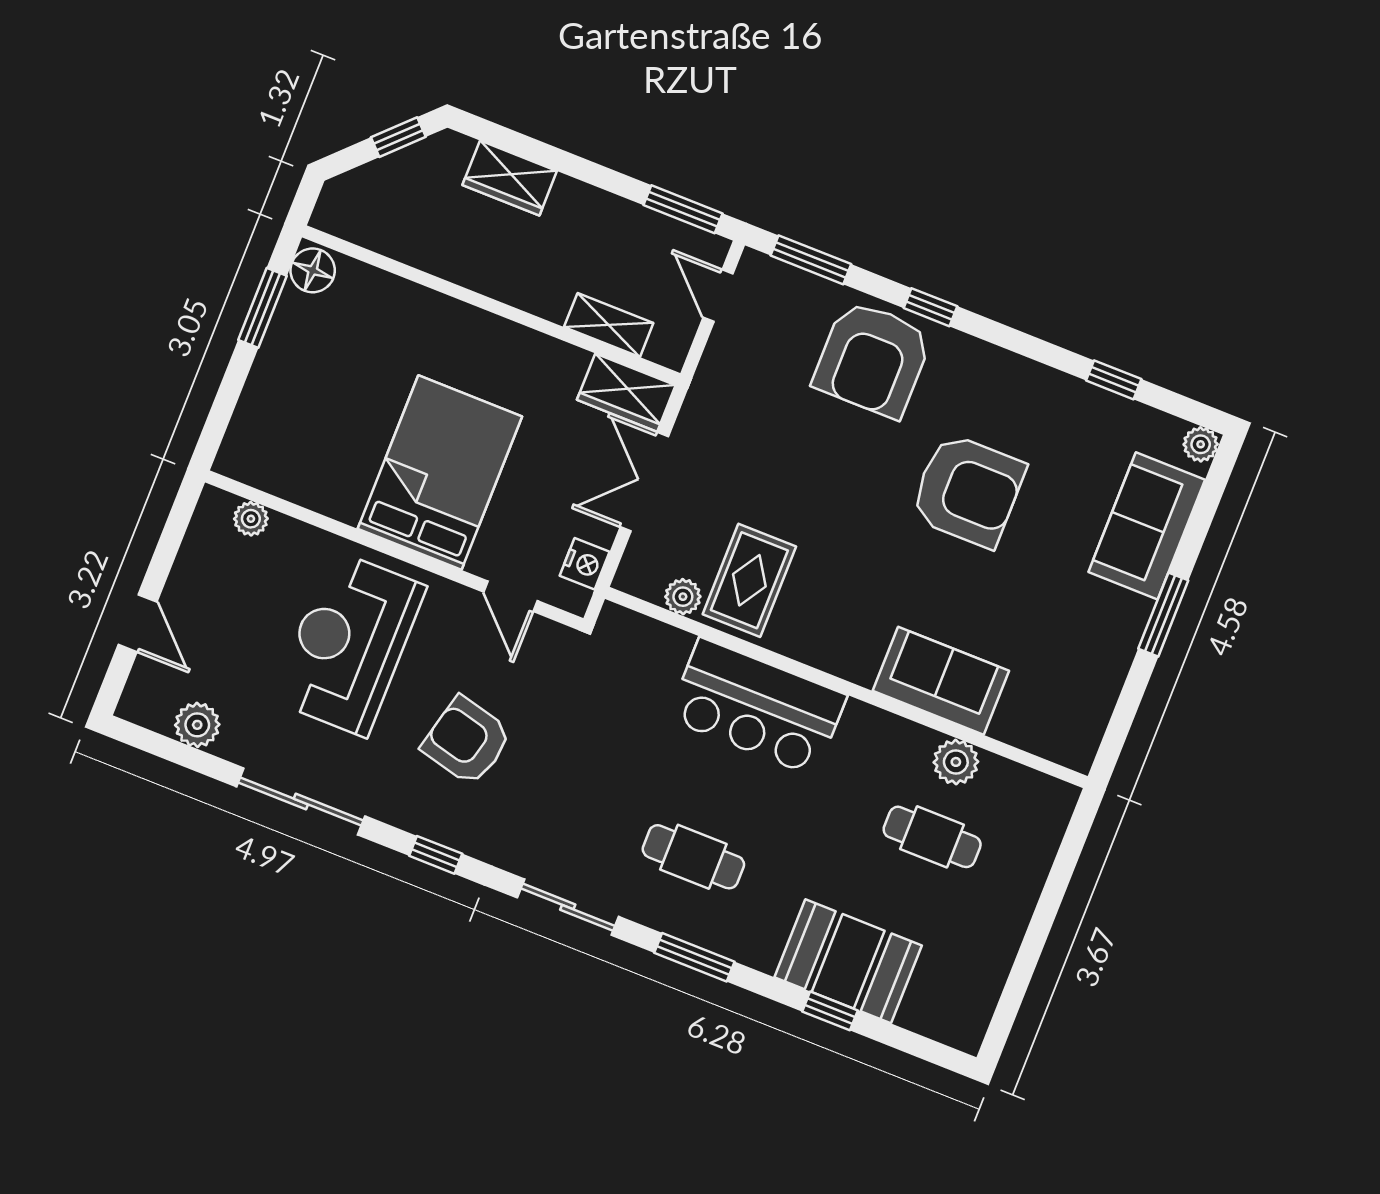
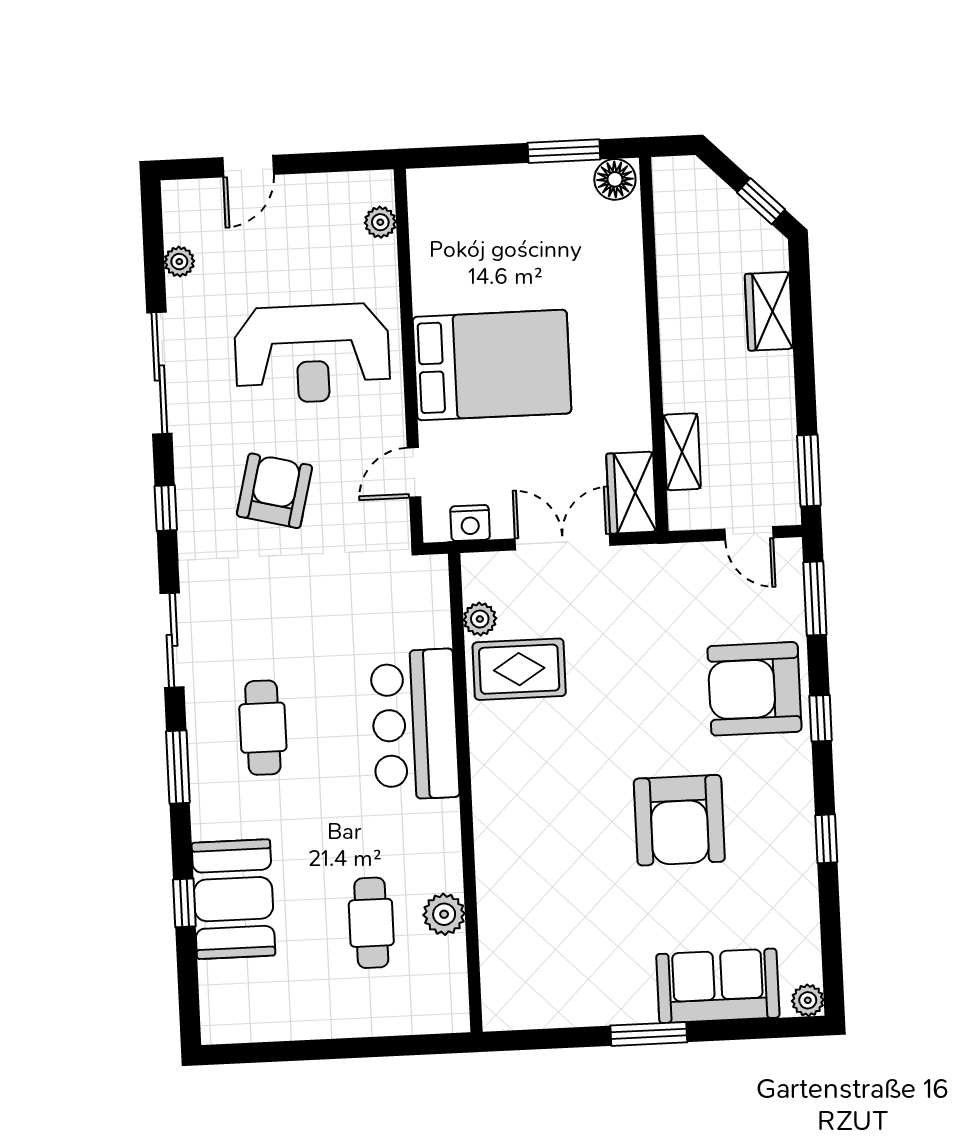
door: (718, 296) -> (749, 533), swing flipped
window: (1114, 380) -> (826, 839), moved
reception desk: (349, 643) -> (312, 354), turned 180
sofa: (941, 681) -> (507, 870), removed
plant: (197, 725) -> (179, 262), width x0.73, depth x0.73

